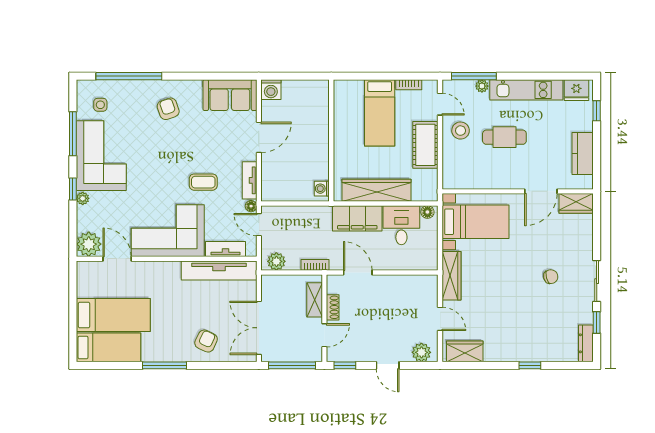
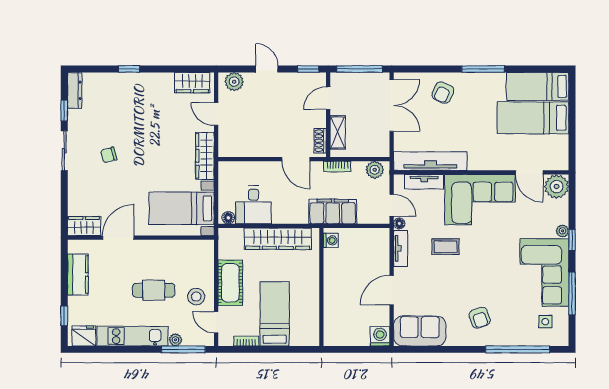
filing cabinet: (357, 218) -> (333, 212), moved
shoe rack: (333, 307) -> (320, 141), moved

